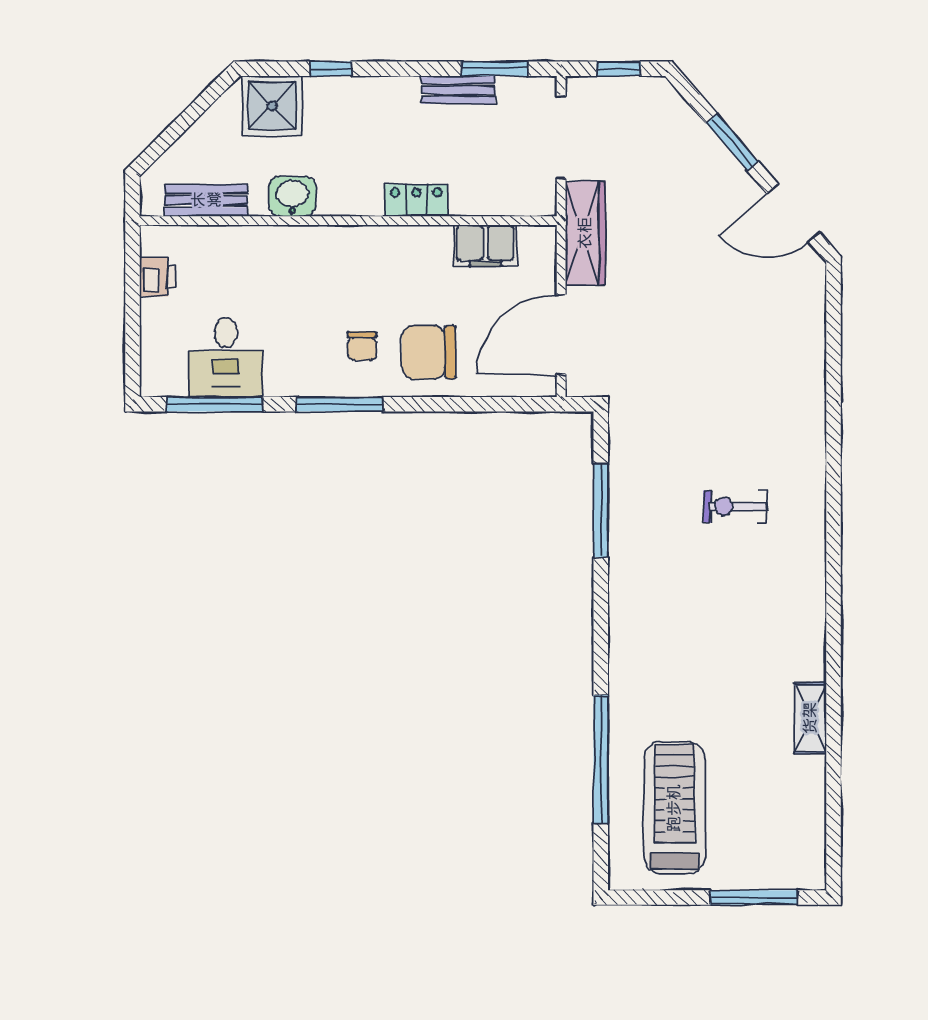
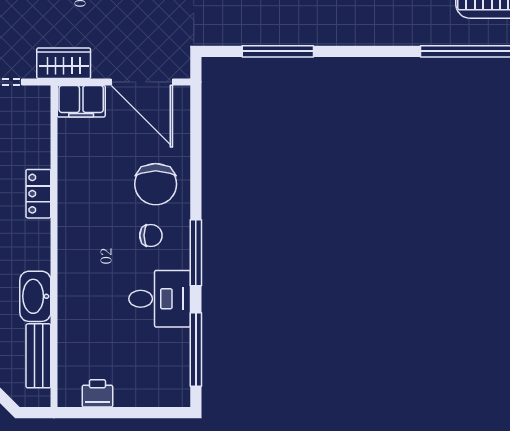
washbasin: (292, 196) -> (35, 296), width x1.38
wardrobe: (585, 233) -> (64, 63), width x0.67
filing cabinet: (485, 245) -> (81, 101), moved, turned 90
desk: (226, 357) -> (160, 299), moved

